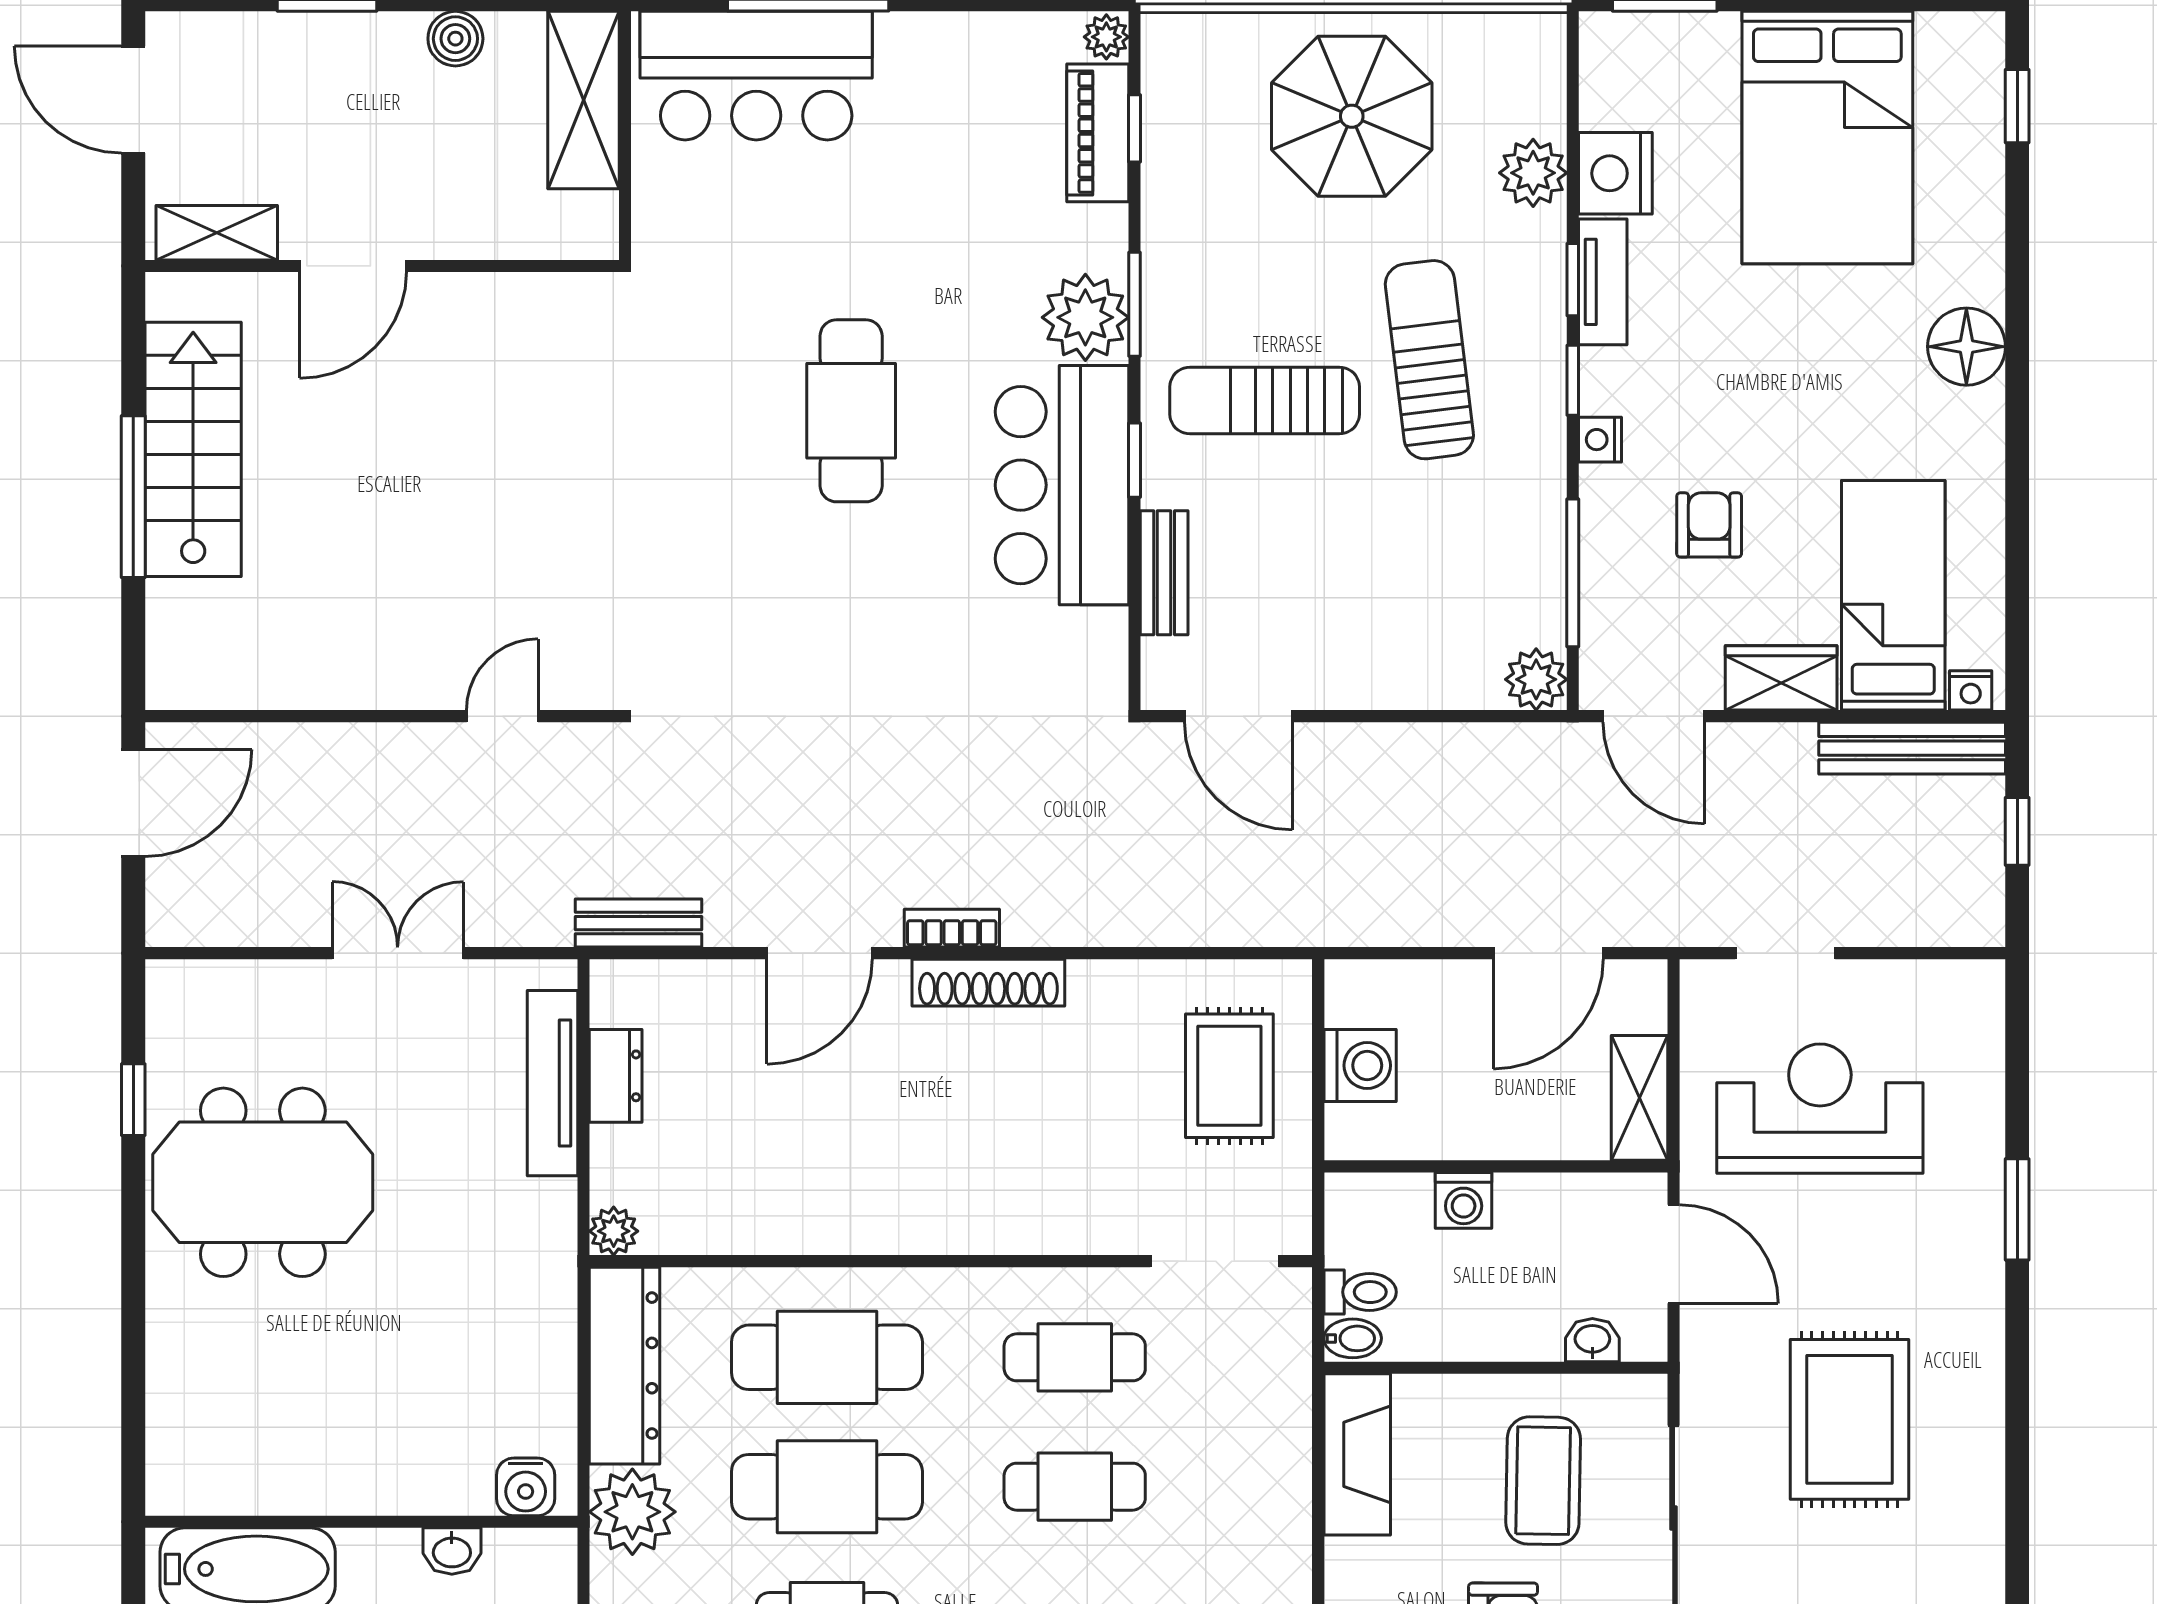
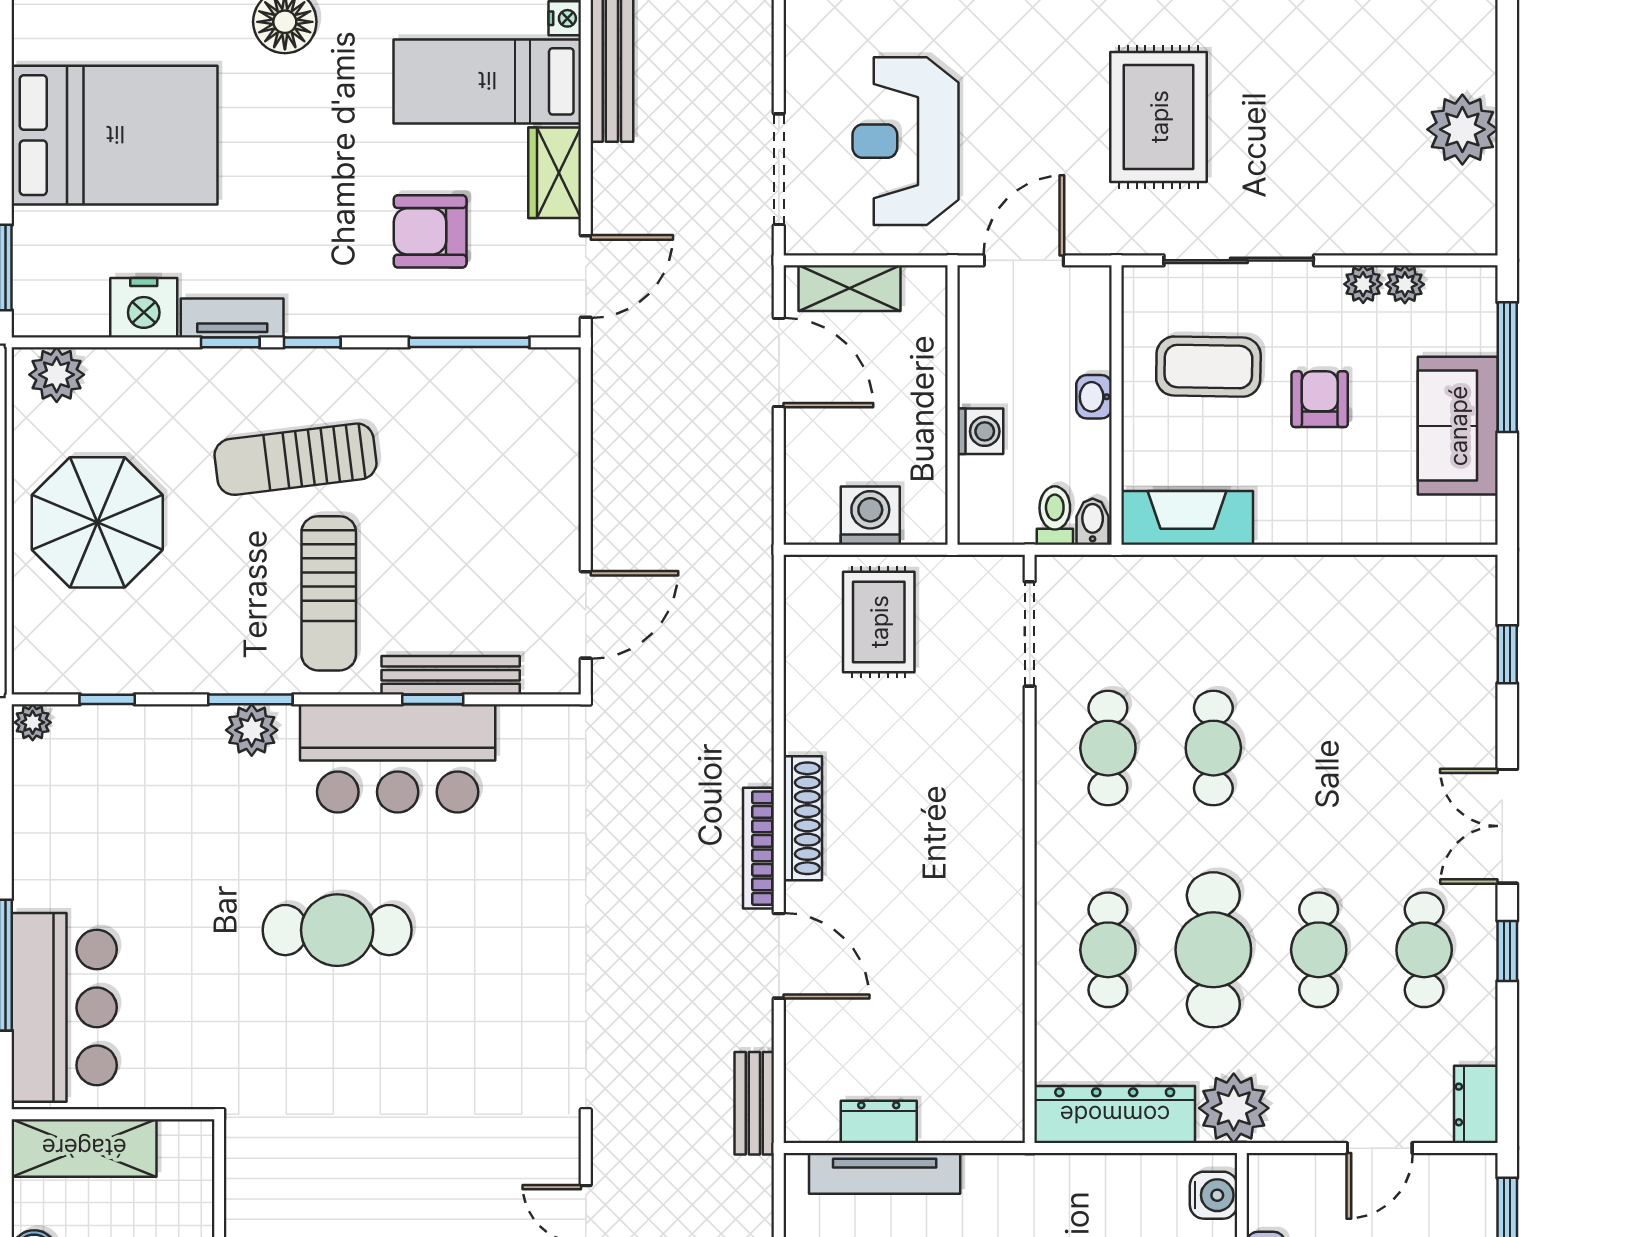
piano: (1098, 133) -> (111, 729), removed
plant: (1533, 173) -> (57, 375), moved
plant: (1085, 317) -> (252, 730), width x0.73, depth x0.73
nightstand: (1600, 440) -> (361, 320), removed
window: (1134, 460) -> (433, 699), moved
armchair: (1709, 525) -> (430, 231), width x1.38, depth x1.38
bench: (1164, 573) -> (451, 675), width x1.36
plant: (1536, 679) -> (556, 372), removed
bookcase: (952, 928) -> (758, 848), width x1.56
doorway: (1785, 953) -> (779, 169), width x1.38
rug: (1229, 1076) -> (879, 622), turned 90
shelving: (1639, 1098) -> (850, 288), moved
plant: (614, 1231) -> (1005, 1124), removed
washbasin: (1592, 1340) -> (1094, 397), moved
cafe table: (827, 1357) -> (1108, 950), width x0.73, depth x0.74
rug: (1849, 1419) -> (1159, 117), turned 90

